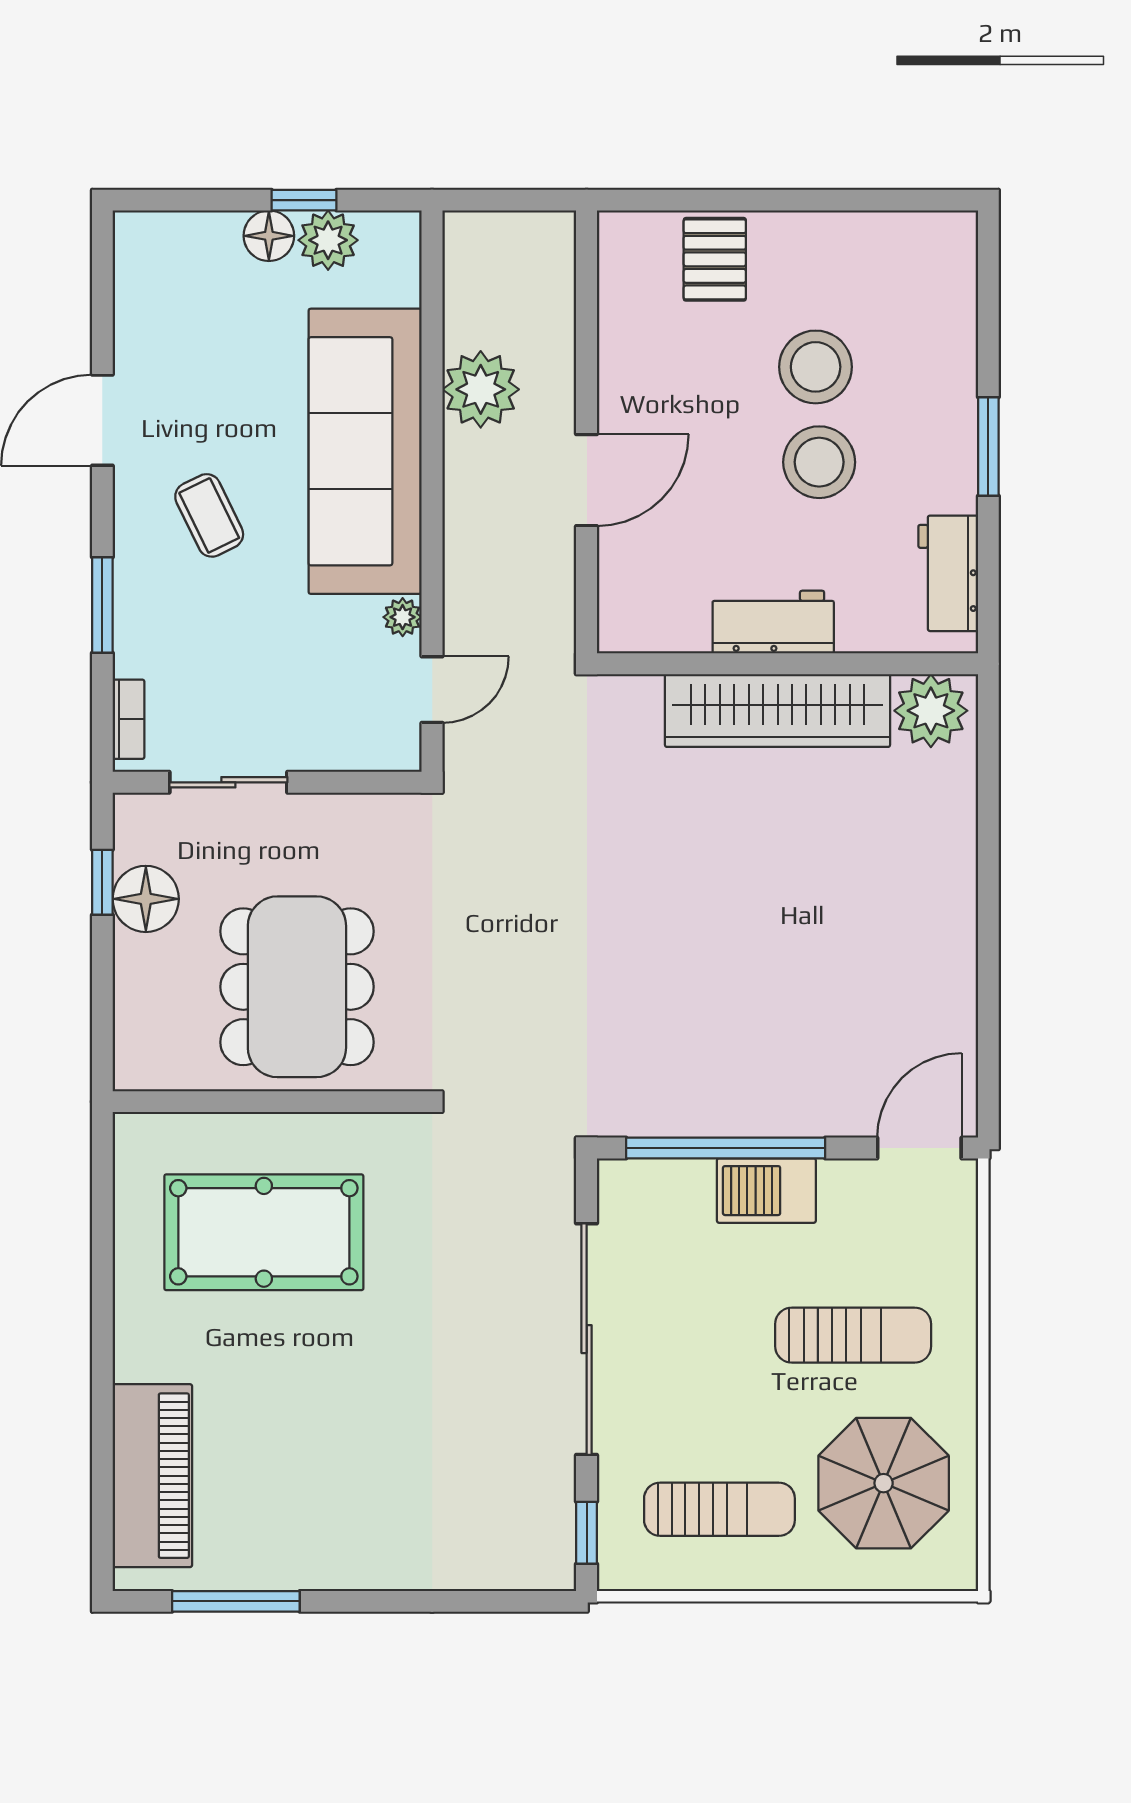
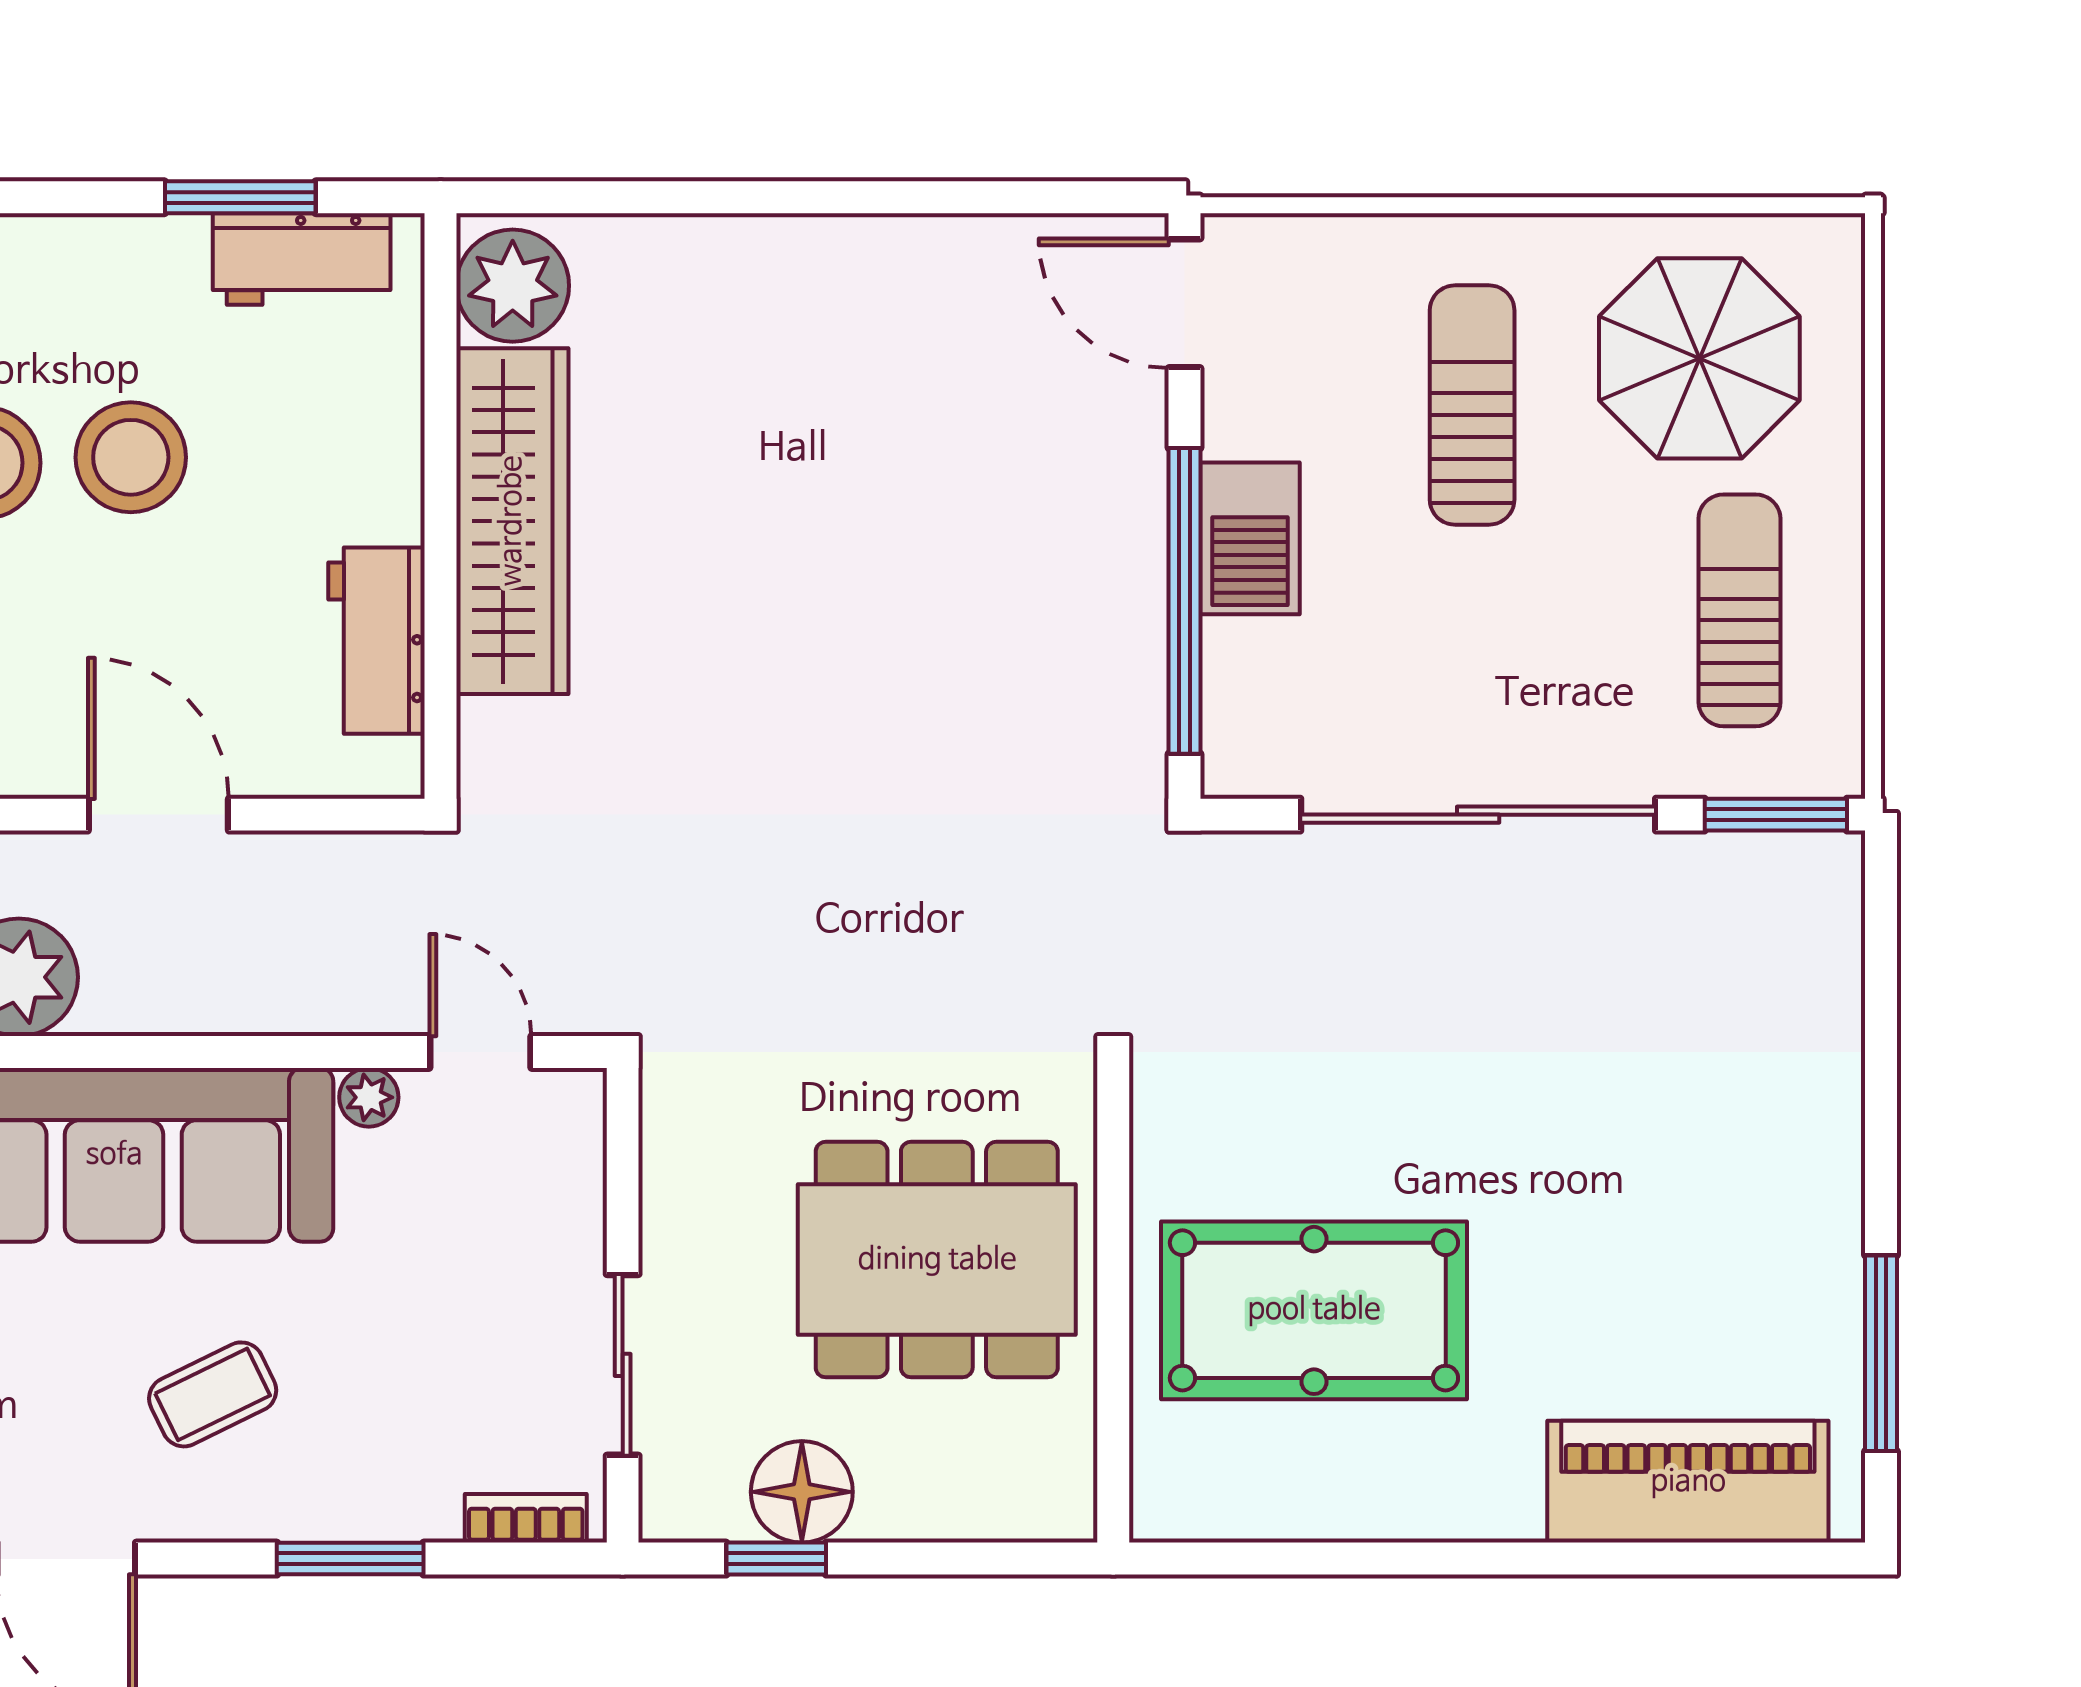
window: (988, 446) -> (240, 197), moved
workbench: (773, 622) -> (377, 641), moved
pool table: (264, 1232) -> (1314, 1310), turned 90
window: (587, 1533) -> (1776, 815), width x1.50

